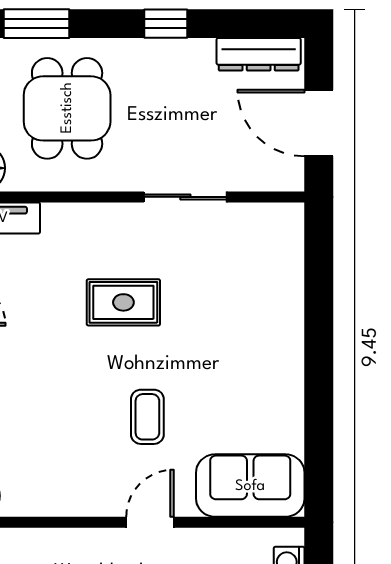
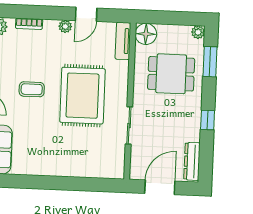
rug: (123, 302) -> (82, 96), width x1.86, depth x2.06
coffee table: (147, 417) -> (32, 89), moved

